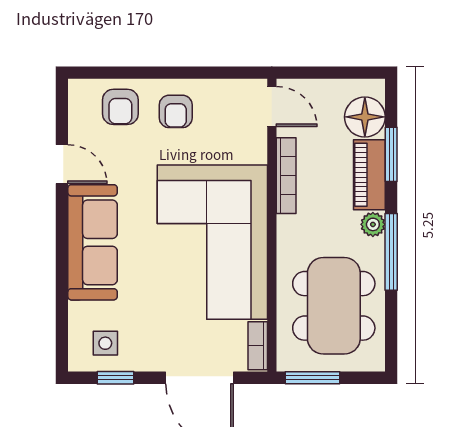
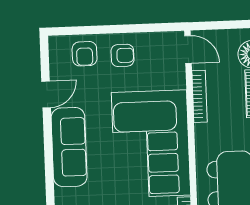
armchair: (176, 111) -> (122, 55), turned -90
door: (62, 164) -> (46, 94), hinge flipped

